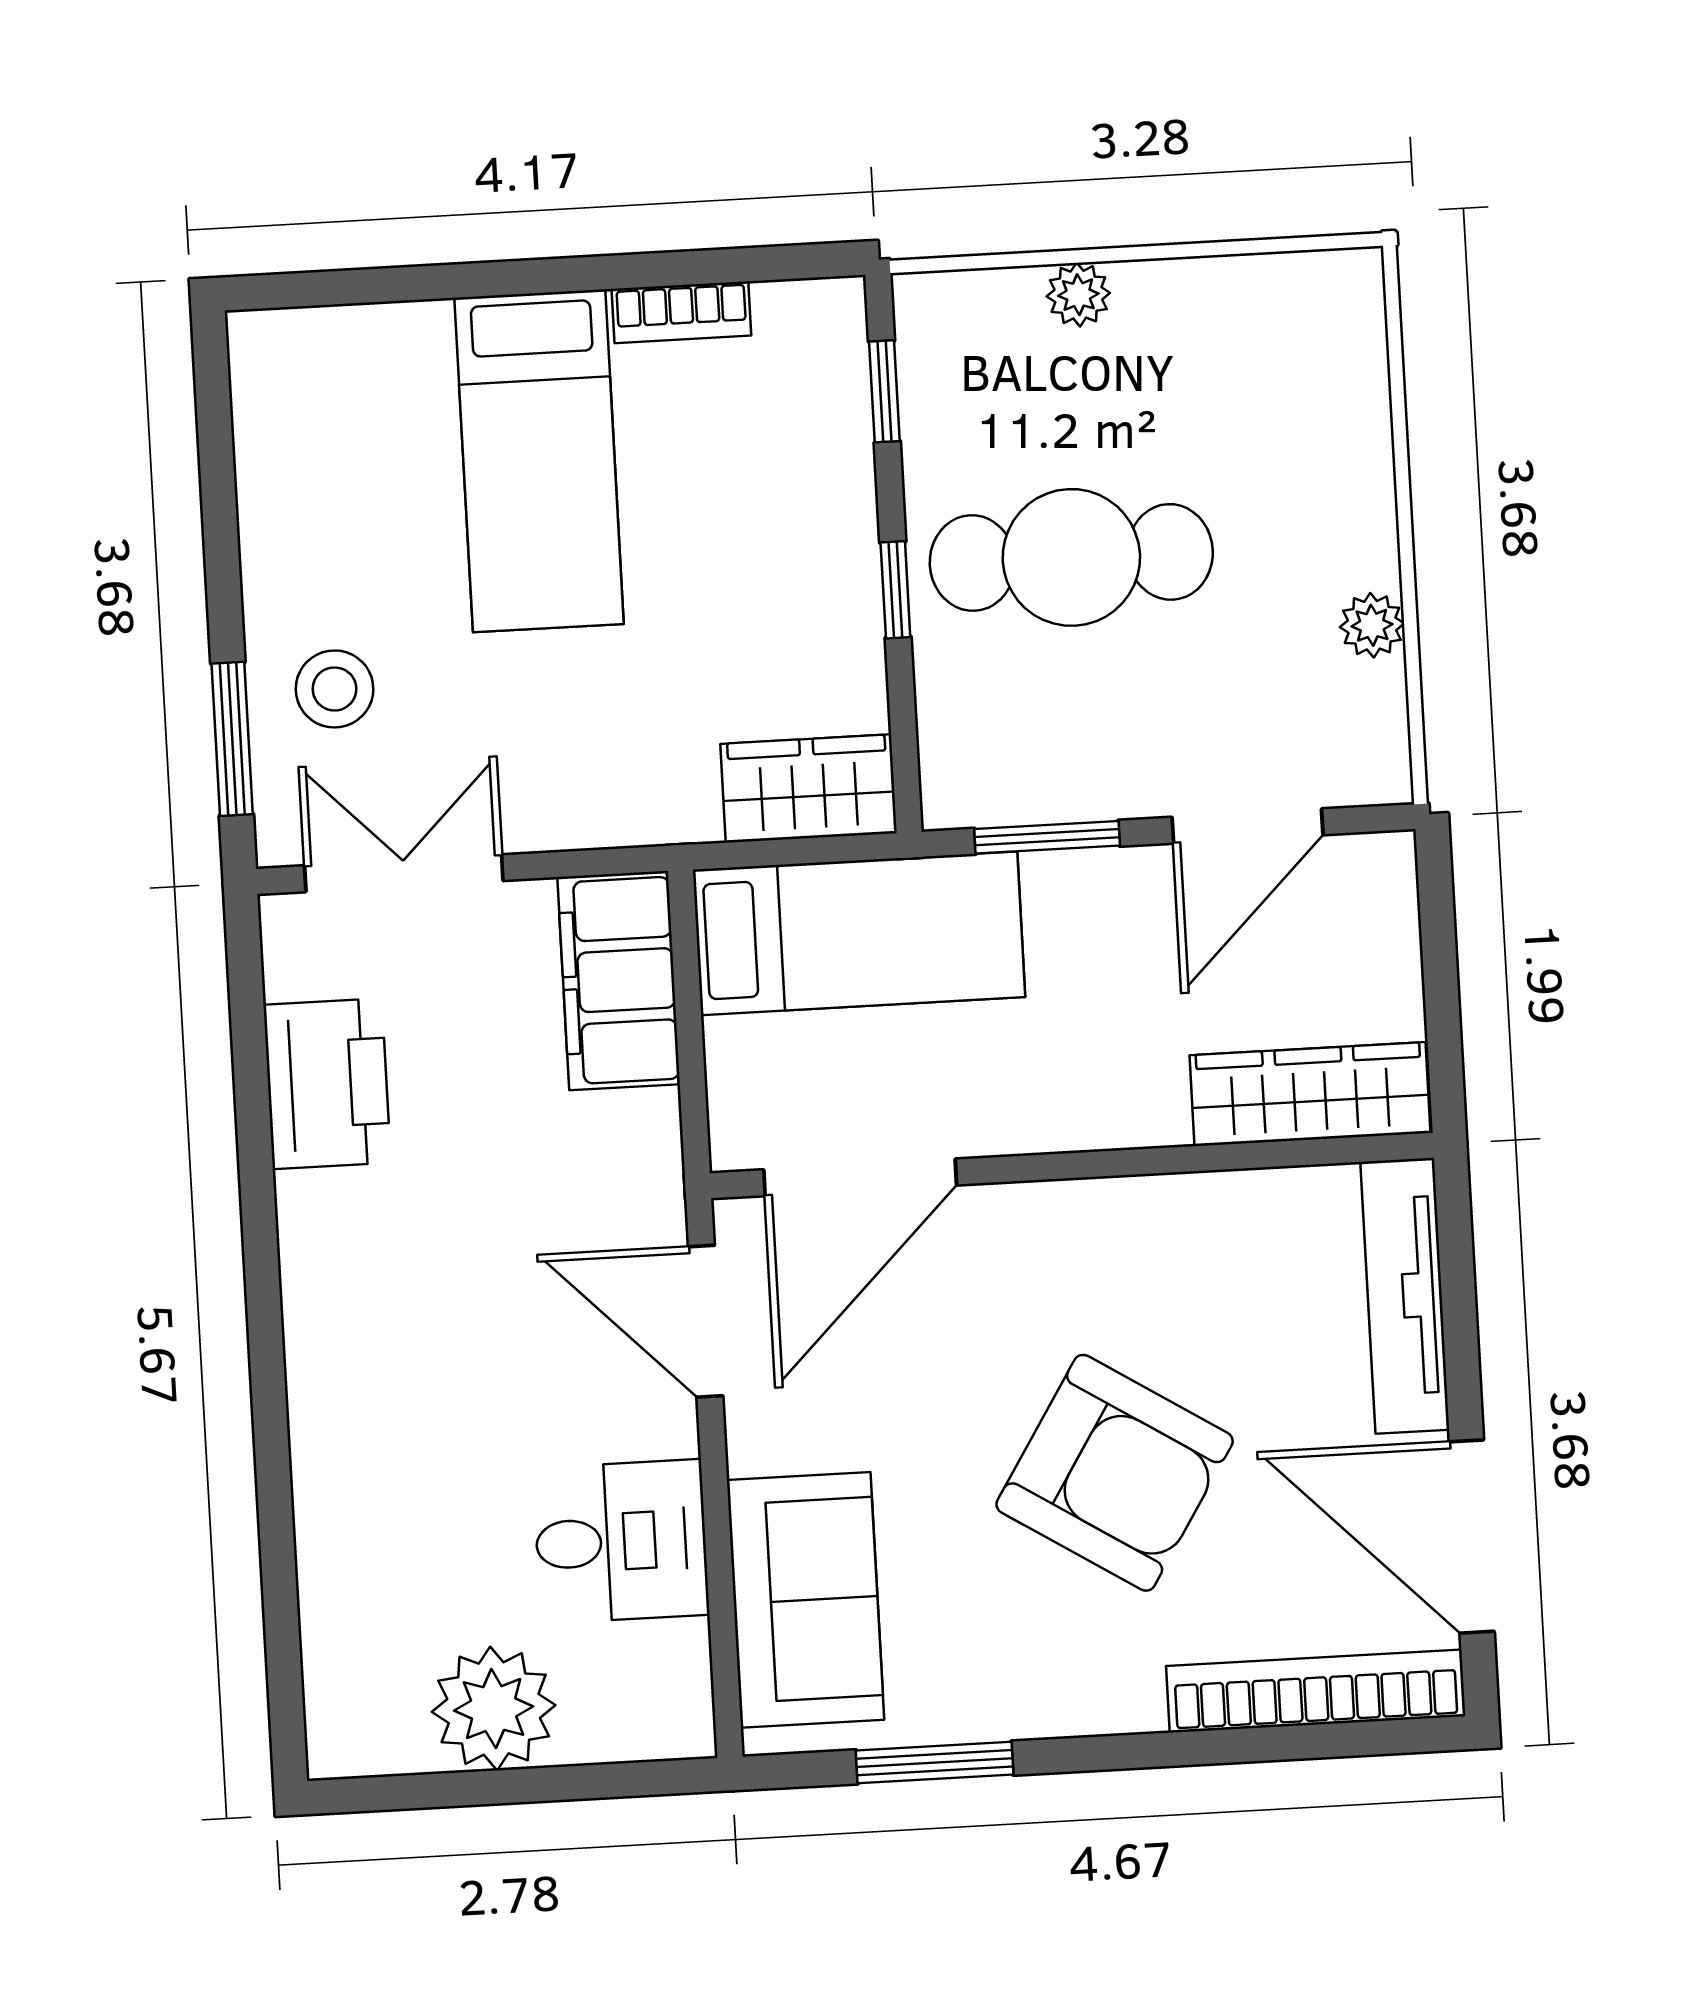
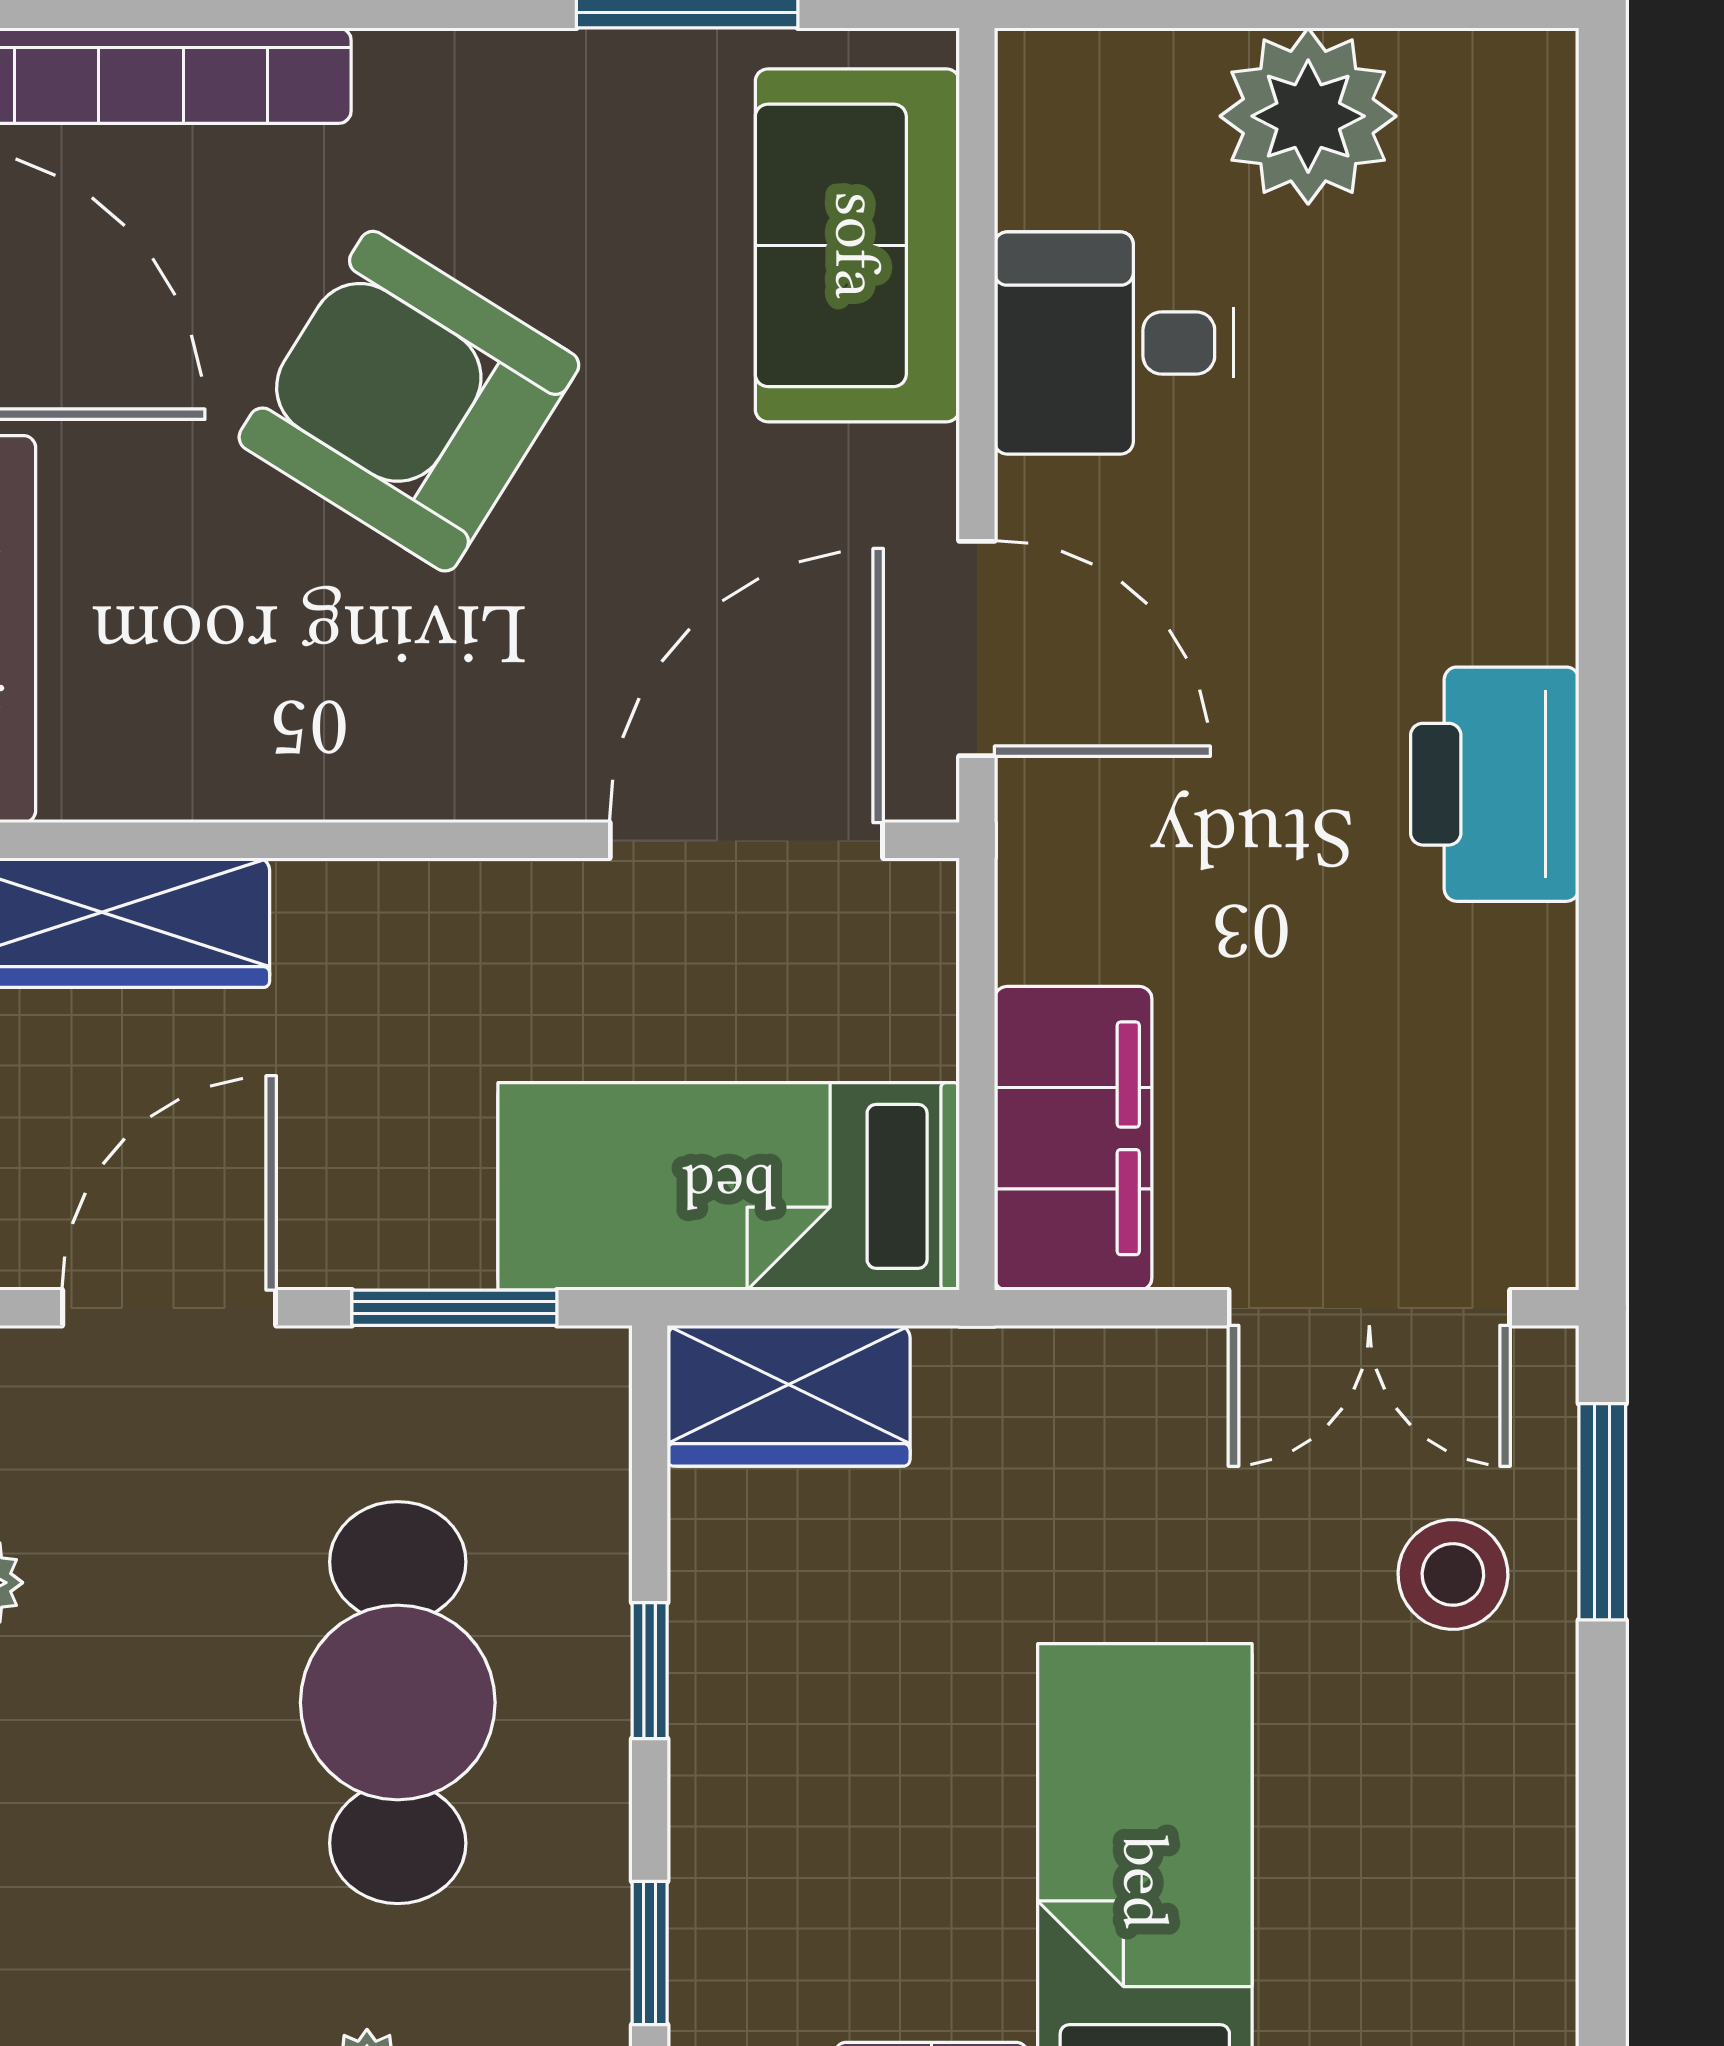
cafe table: (1071, 557) -> (398, 1703), turned 90
printer: (327, 1084) -> (1495, 784), moved

